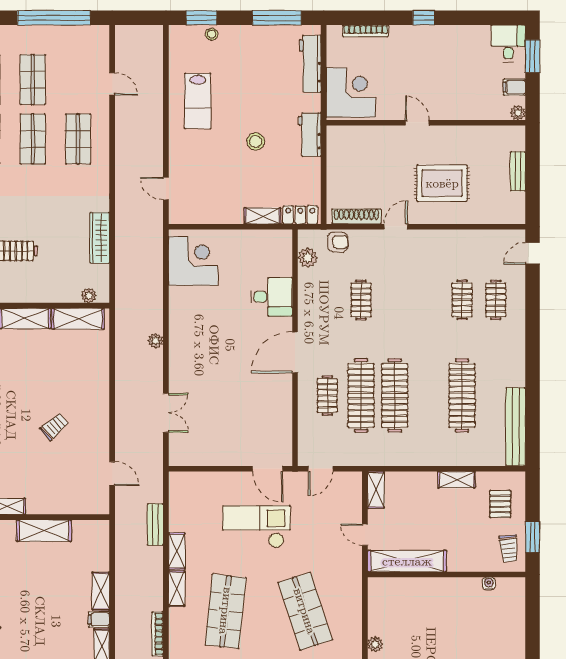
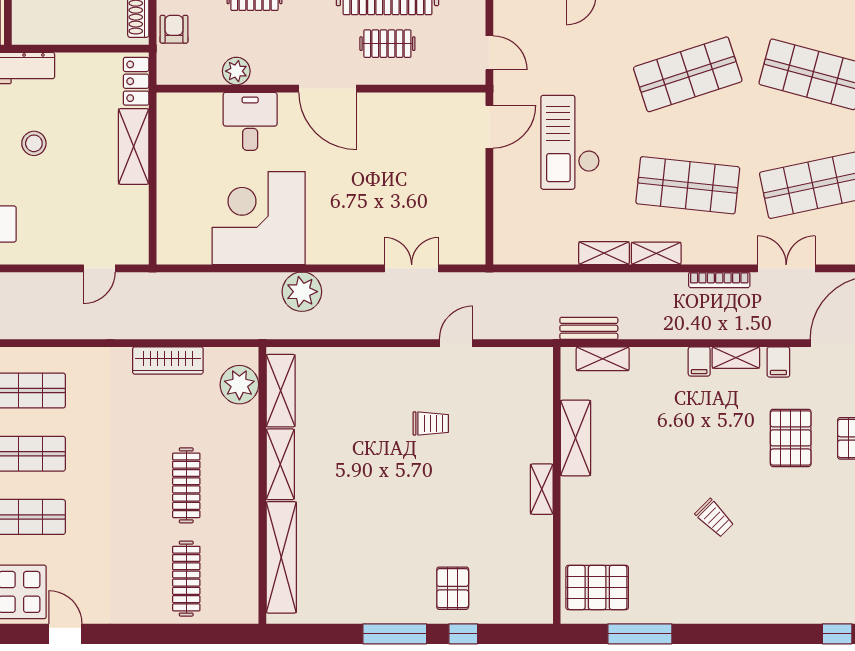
shelving: (263, 216) -> (134, 146), width x1.50, depth x1.33
plant: (308, 258) -> (236, 71), moved
corner desk: (193, 261) -> (259, 218), moved, width x1.36, depth x1.36
plant: (89, 296) -> (239, 385), width x1.87, depth x1.87
plant: (156, 341) -> (302, 292), width x1.87, depth x1.87
trolley: (54, 427) -> (431, 423), turned 131
door: (112, 474) -> (456, 343), moved
bench: (155, 525) -> (589, 328), moved
shelving: (101, 591) -> (603, 359), moved

